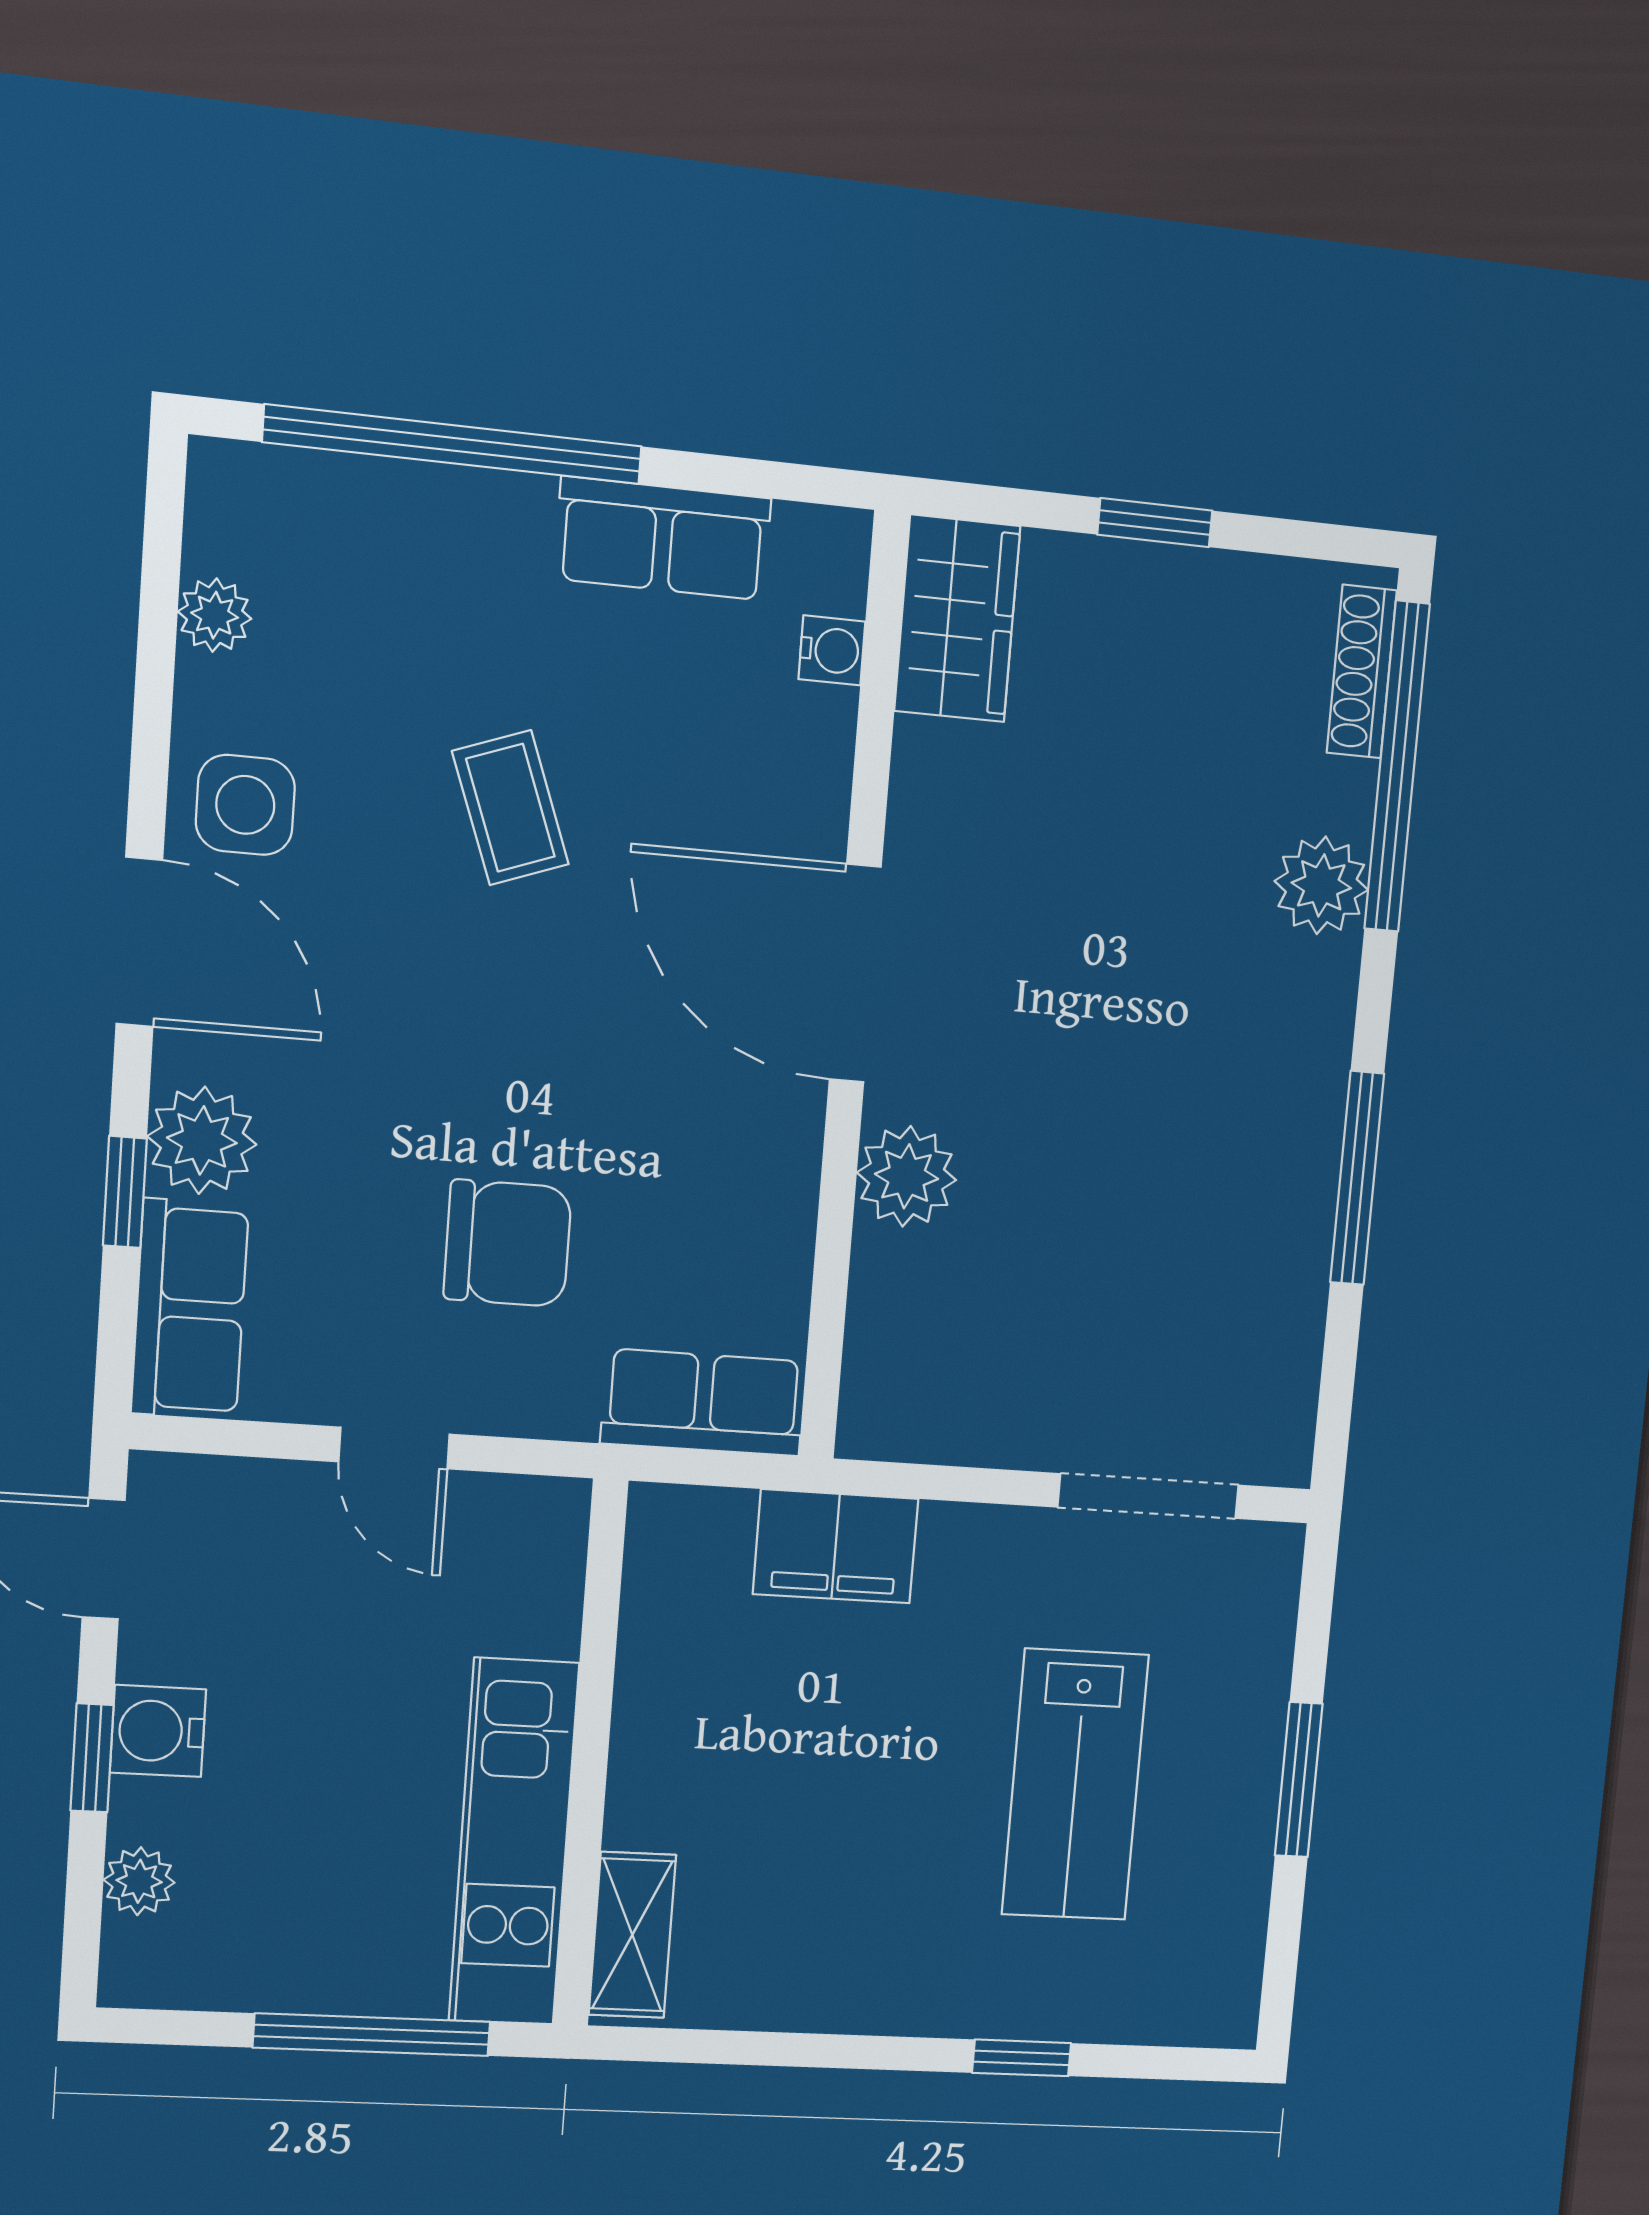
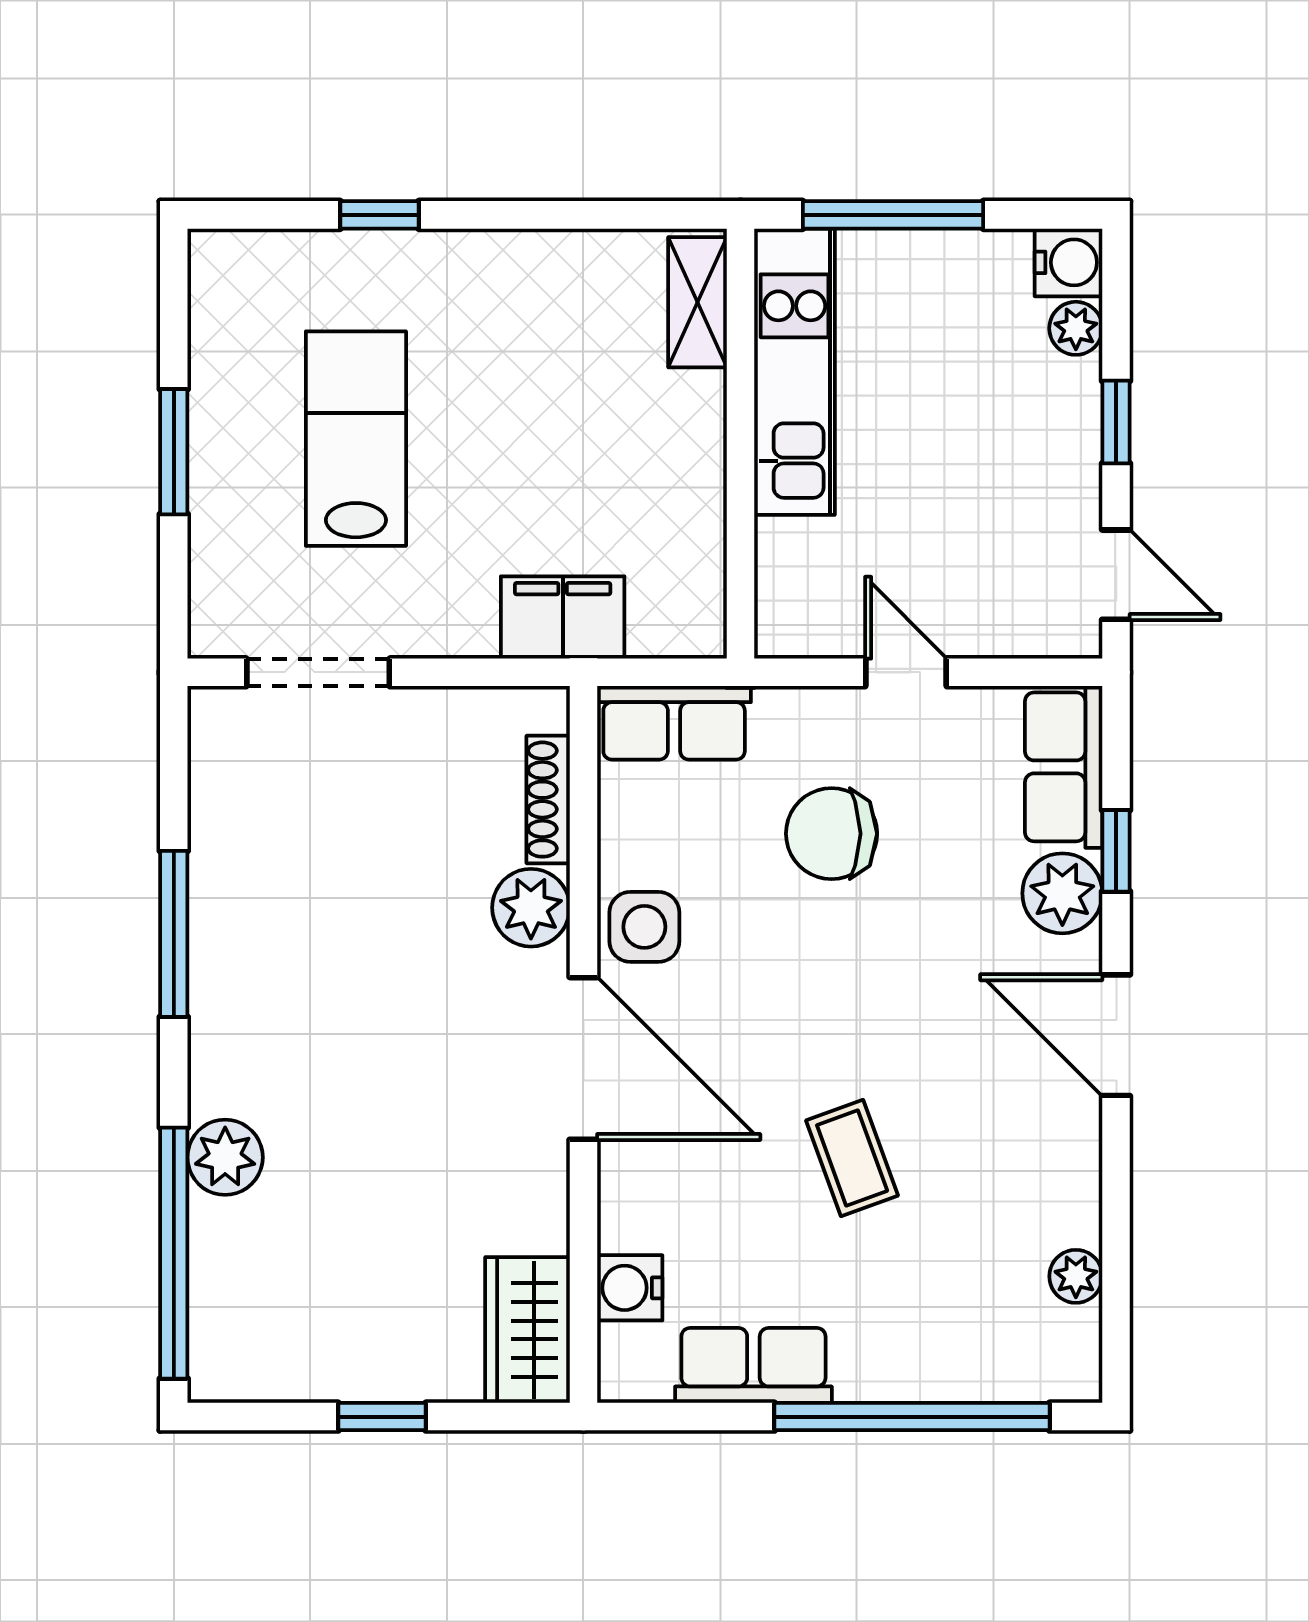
water cooler: (832, 650) -> (630, 1288), width x1.38, depth x1.38
shoe rack: (1362, 672) -> (548, 800), moved, turned 180
side table: (245, 805) -> (644, 927), moved
water cooler: (158, 1731) -> (1068, 262), moved

